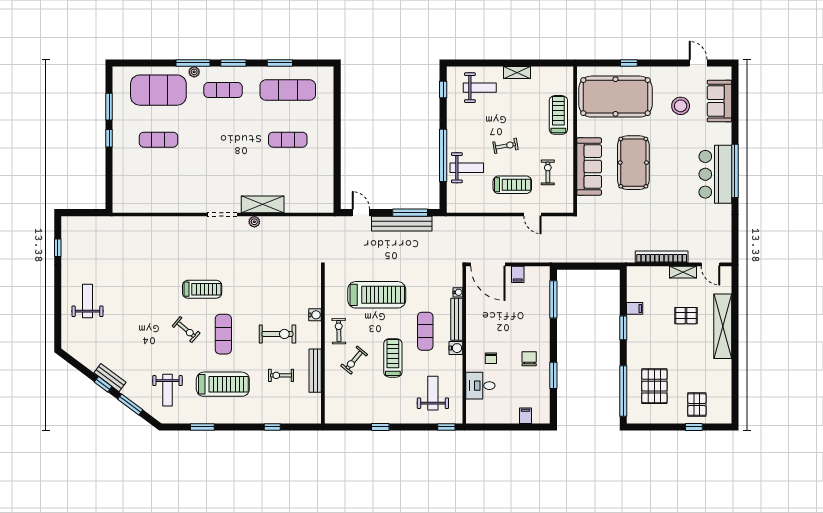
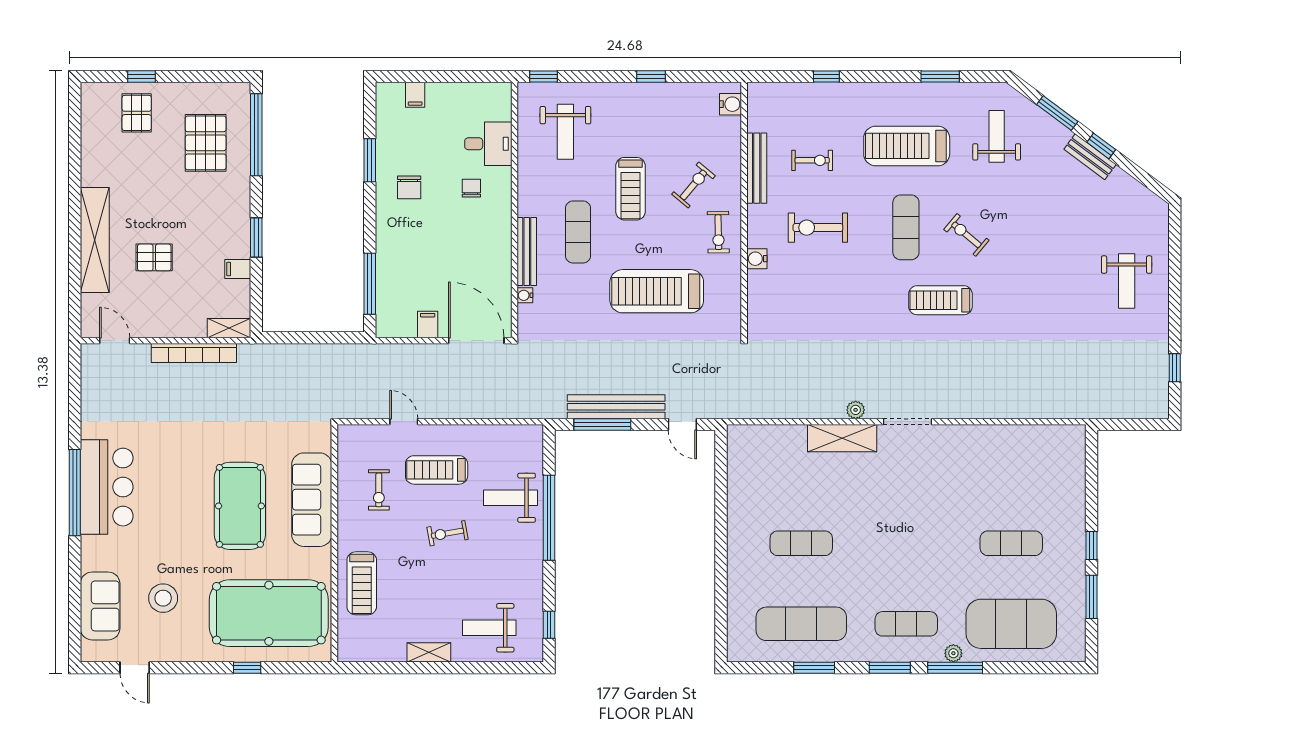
shelving: (683, 272) -> (229, 328), moved
water cooler: (456, 348) -> (731, 104), moved, turned 180

